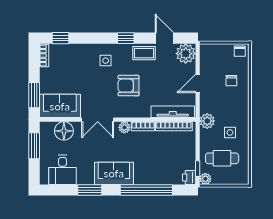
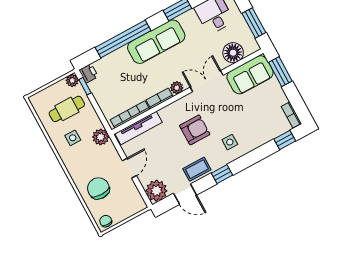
chair: (231, 81) -> (98, 188), width x1.87, depth x1.87
sofa: (114, 173) -> (156, 42), width x1.36

